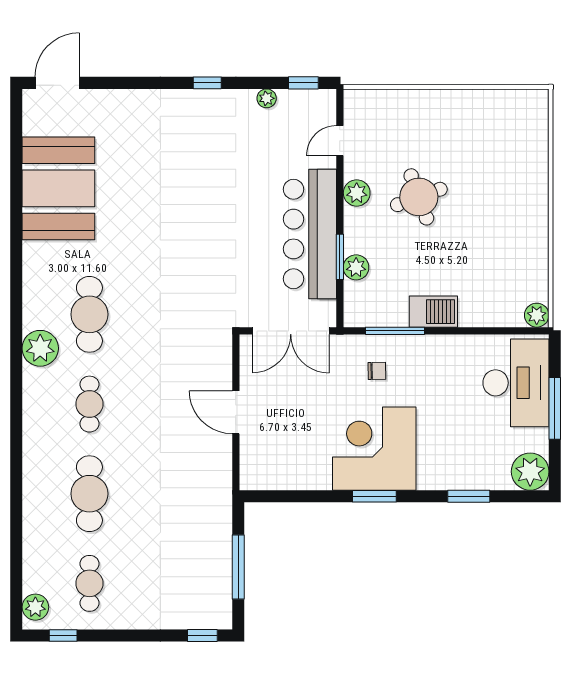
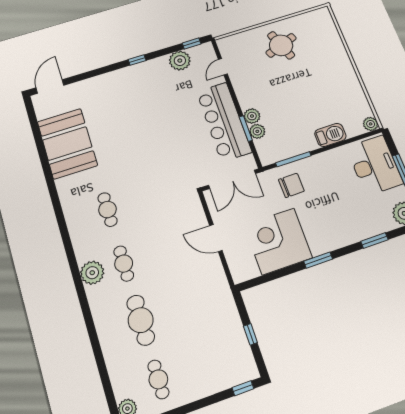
plant: (267, 98) -> (180, 61), width x1.87, depth x1.87
plant: (357, 193) -> (252, 116), moved
round table: (419, 197) -> (281, 45), moved
barbecue: (433, 312) -> (330, 135), moved
cafe table: (89, 314) -> (107, 210), width x0.73, depth x0.74
plant: (40, 348) -> (92, 273), moved
chair: (377, 371) -> (291, 185), width x1.87, depth x1.87
corner desk: (374, 449) -> (278, 241), moved
window: (238, 567) -> (250, 334), width x0.46

